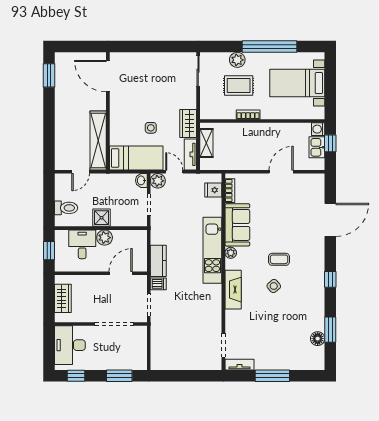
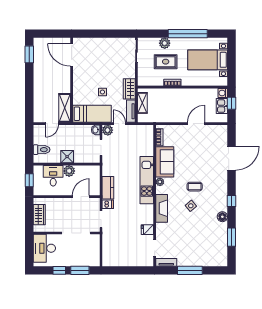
shelving: (98, 140) -> (65, 108), width x0.68
fridge: (213, 190) -> (147, 230), moved
floor lamp: (318, 339) -> (222, 217), moved
window: (76, 376) -> (59, 270), moved

